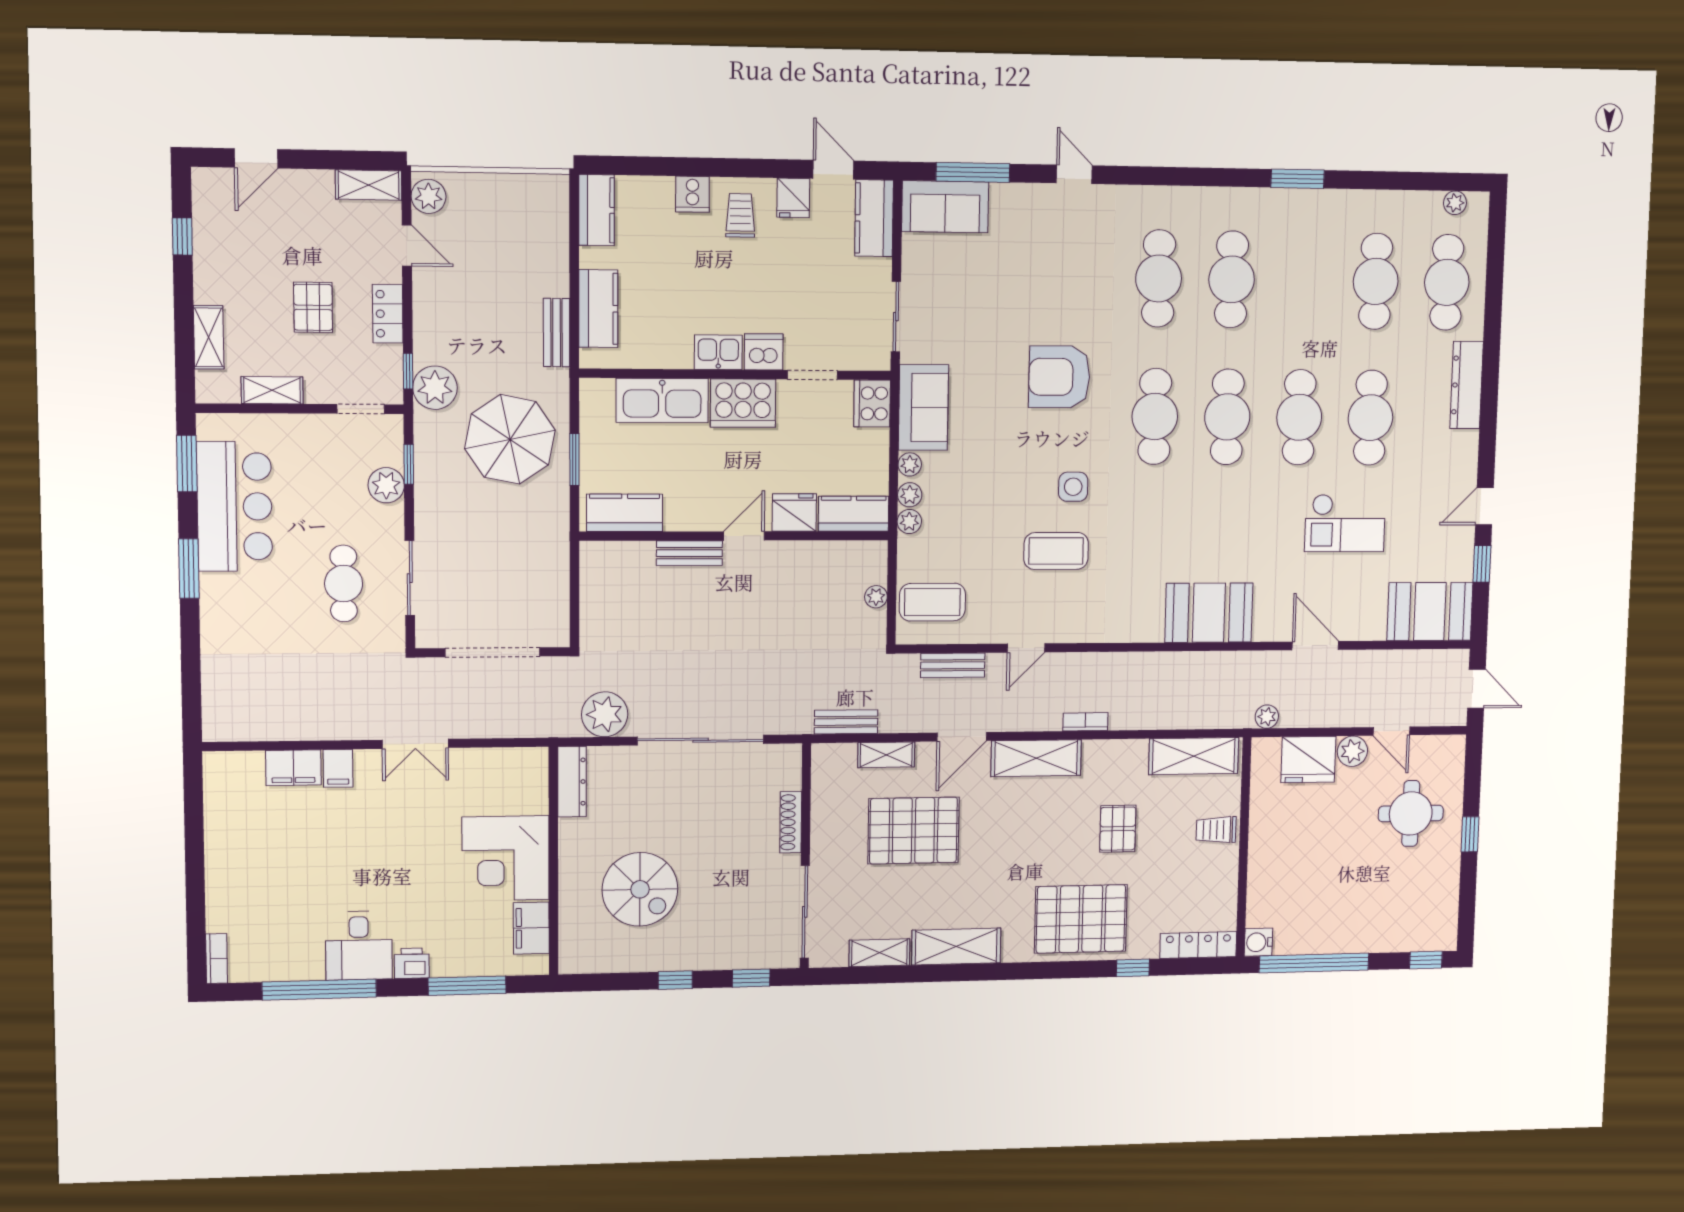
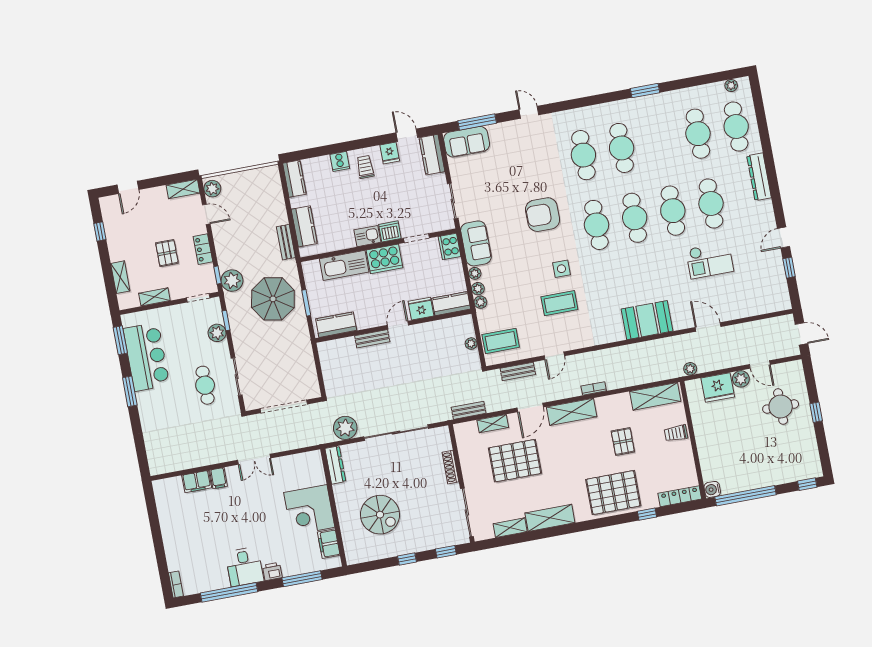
booth: (1430, 611) -> (766, 298), removed

